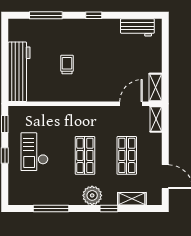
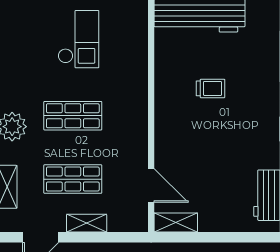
shelving: (156, 119) -> (87, 223), moved
checkout: (34, 152) -> (78, 39), turned 90

